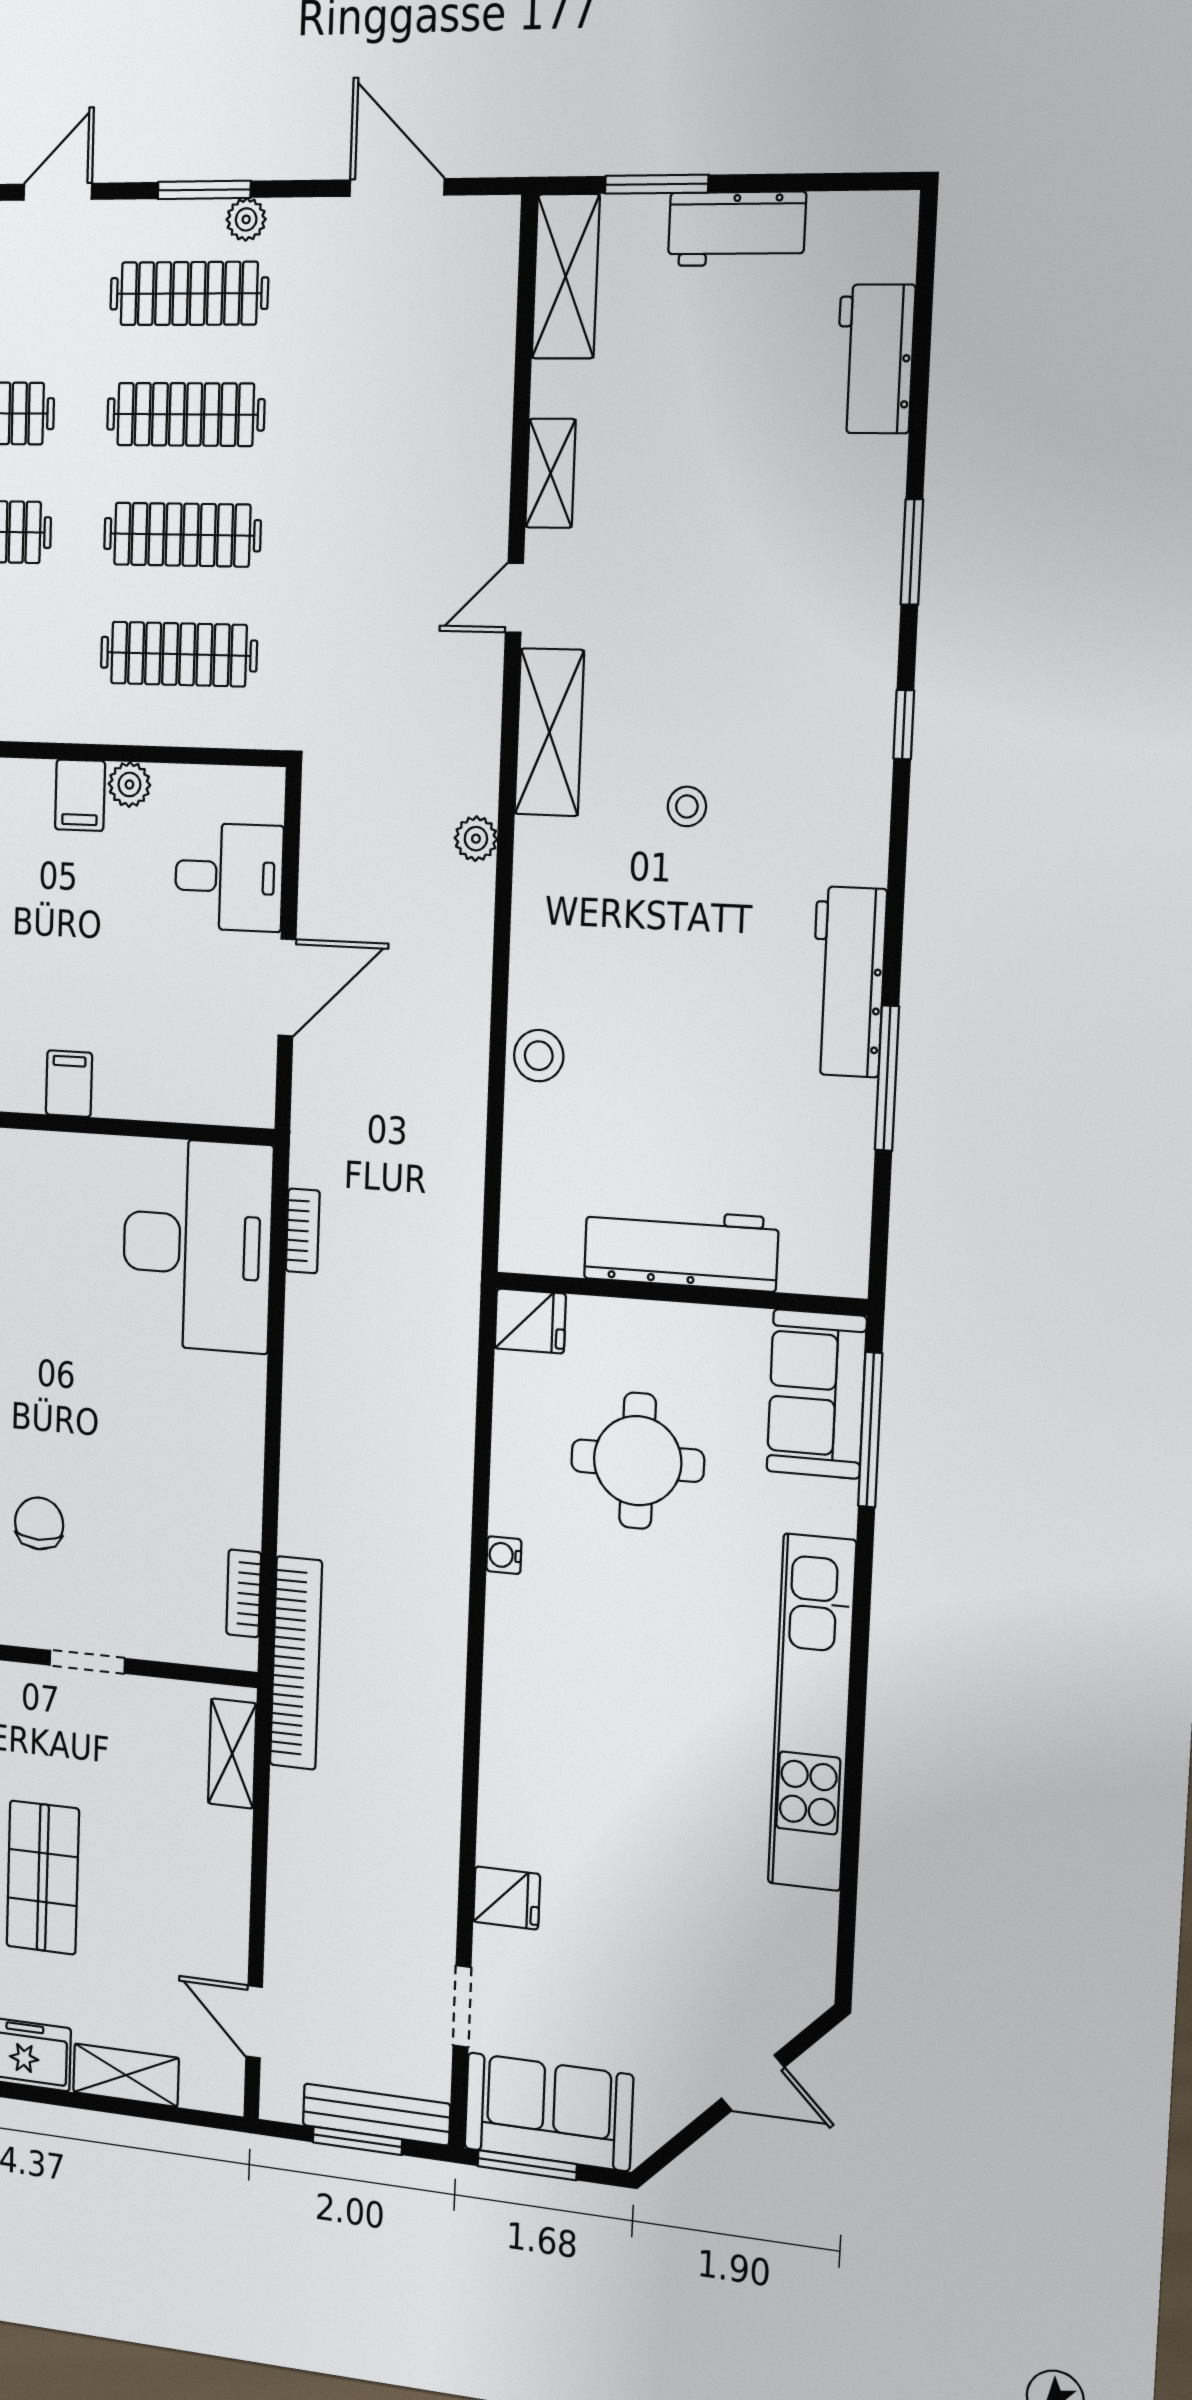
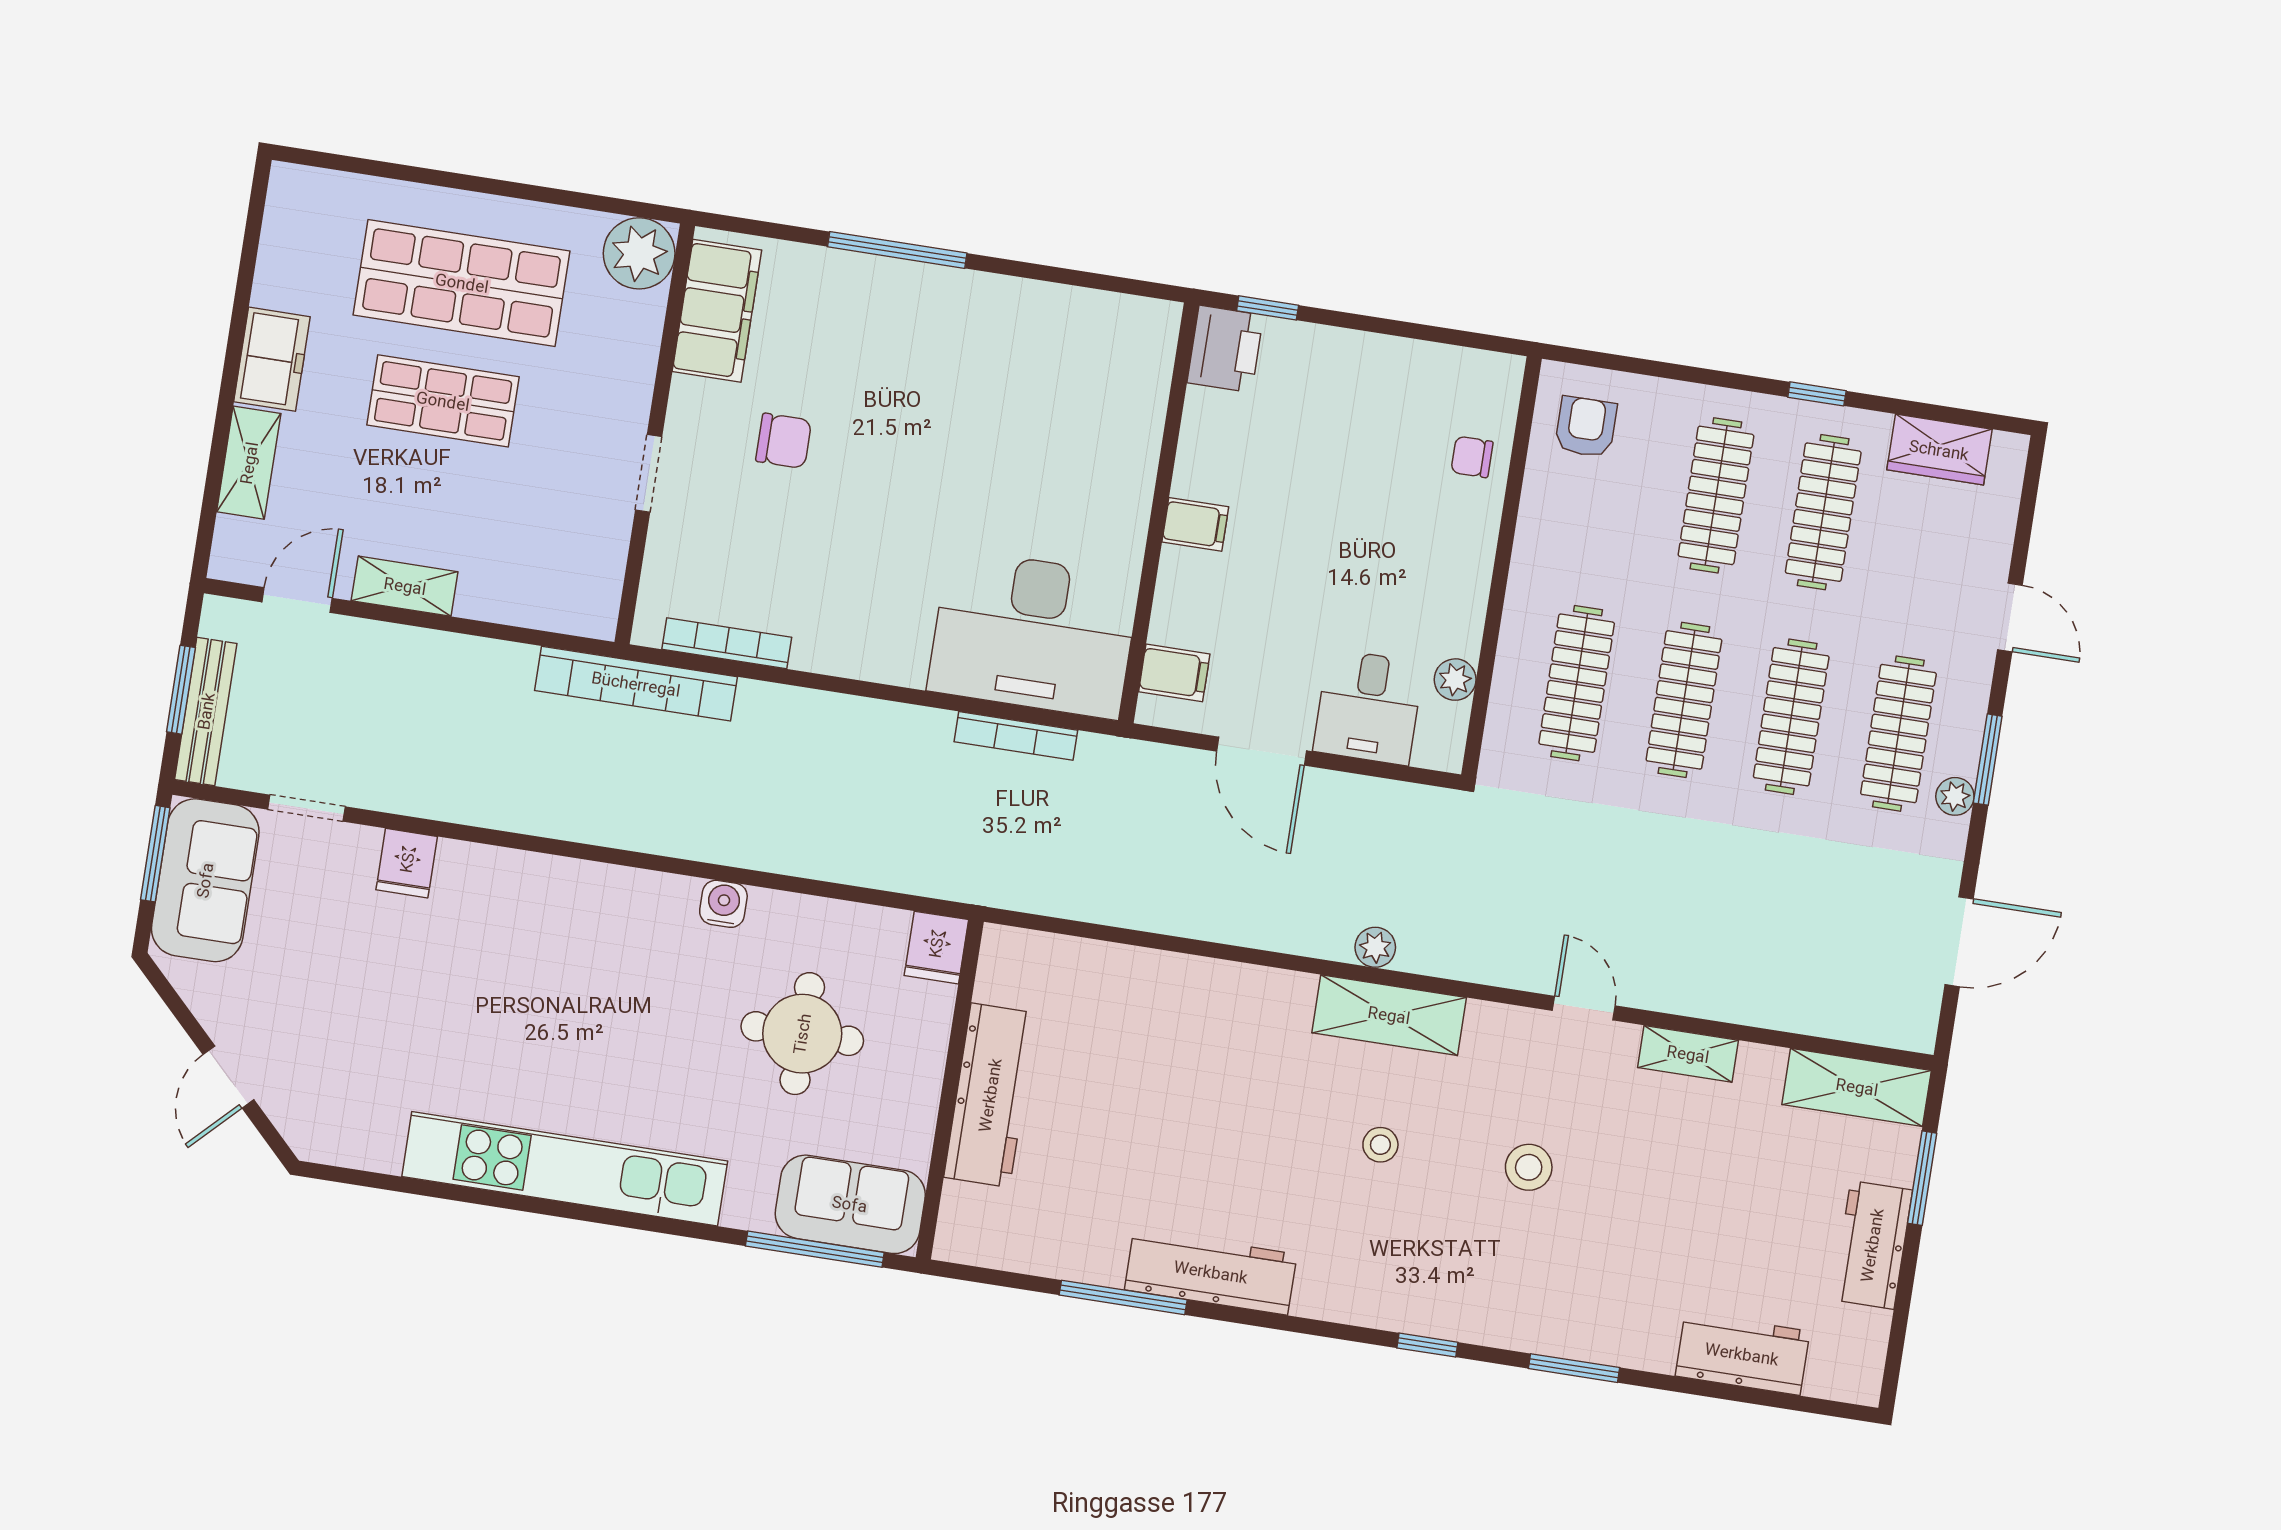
shelving: (549, 732) -> (1389, 1015), moved
plant: (129, 784) -> (1455, 680), moved
filing cabinet: (80, 795) -> (1174, 673), moved, turned 180
stool: (539, 1056) -> (1529, 1167), moved
bookcase: (303, 1231) -> (1016, 736), width x1.56
water cooler: (504, 1555) -> (723, 904), width x1.38, depth x1.38
bookcase: (244, 1593) -> (727, 643), width x1.56
shelving: (232, 1754) -> (405, 586), moved

